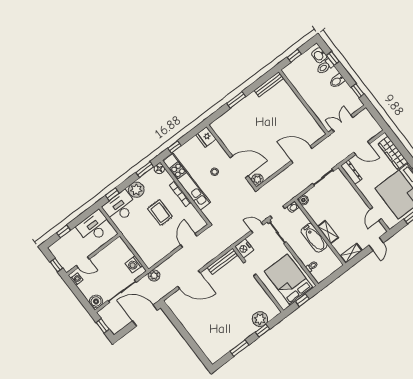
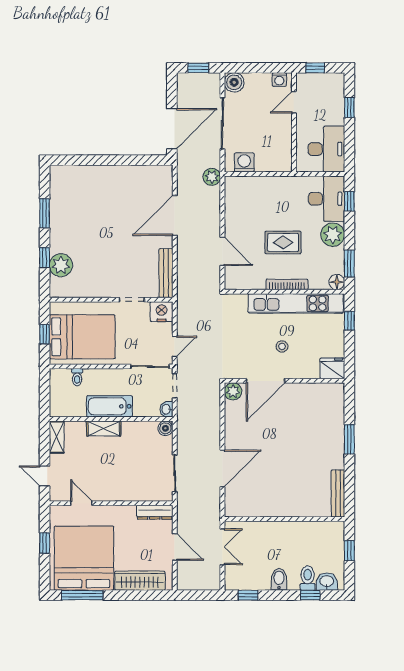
door: (362, 148) -> (175, 547), swing flipped

